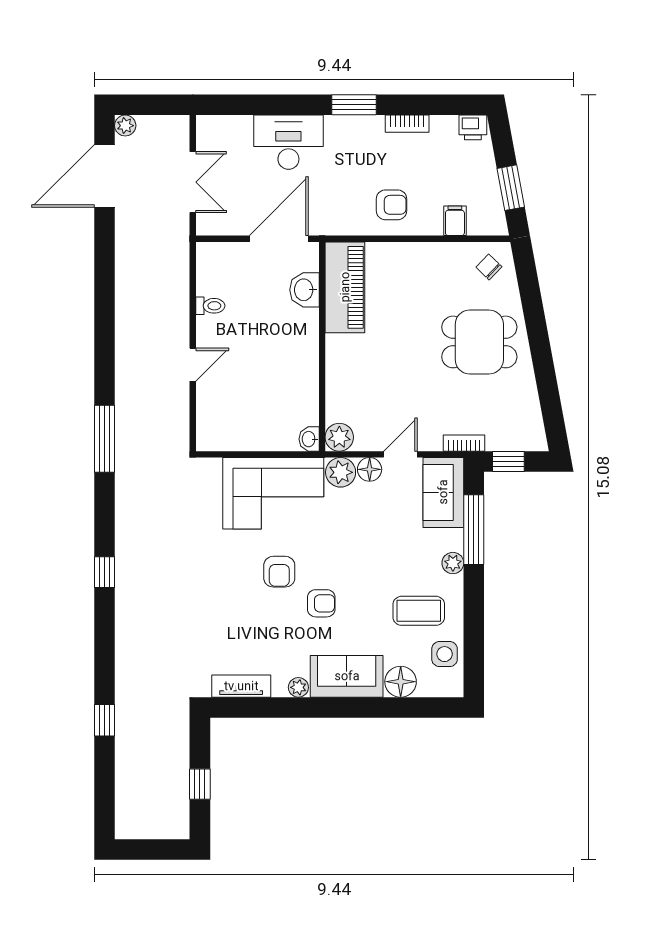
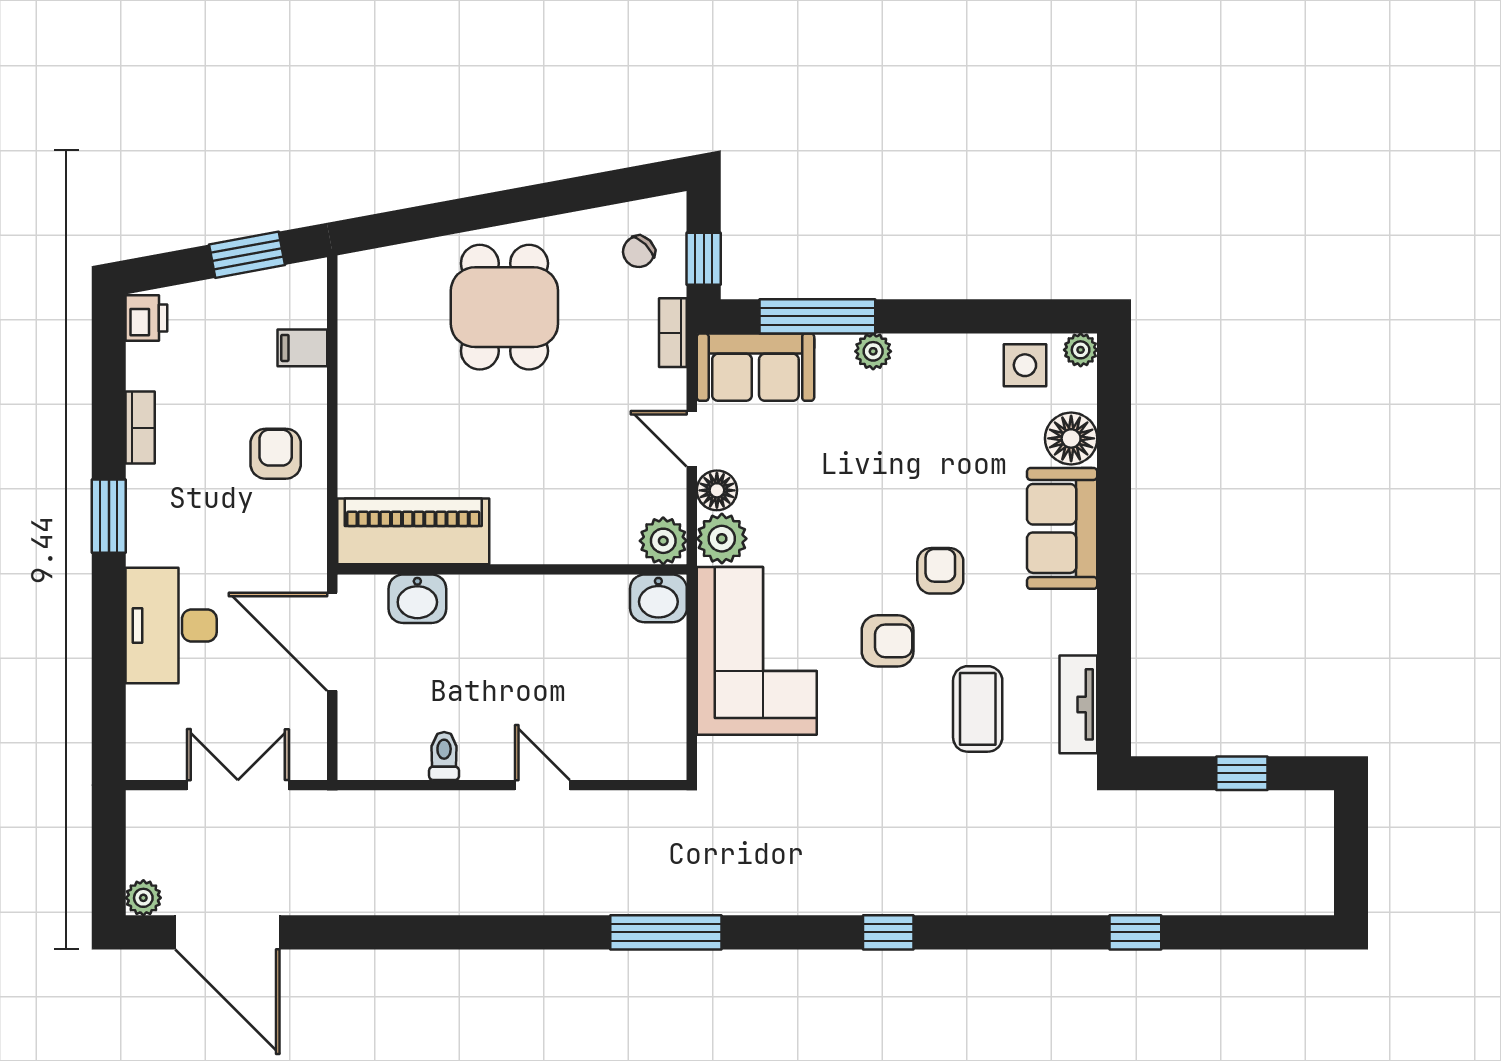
chair: (489, 267) -> (639, 252), moved
washbasin: (309, 439) -> (658, 598), width x1.38, depth x1.45
coffee table: (419, 611) -> (978, 709), moved
plant: (298, 687) -> (1081, 350), moved

